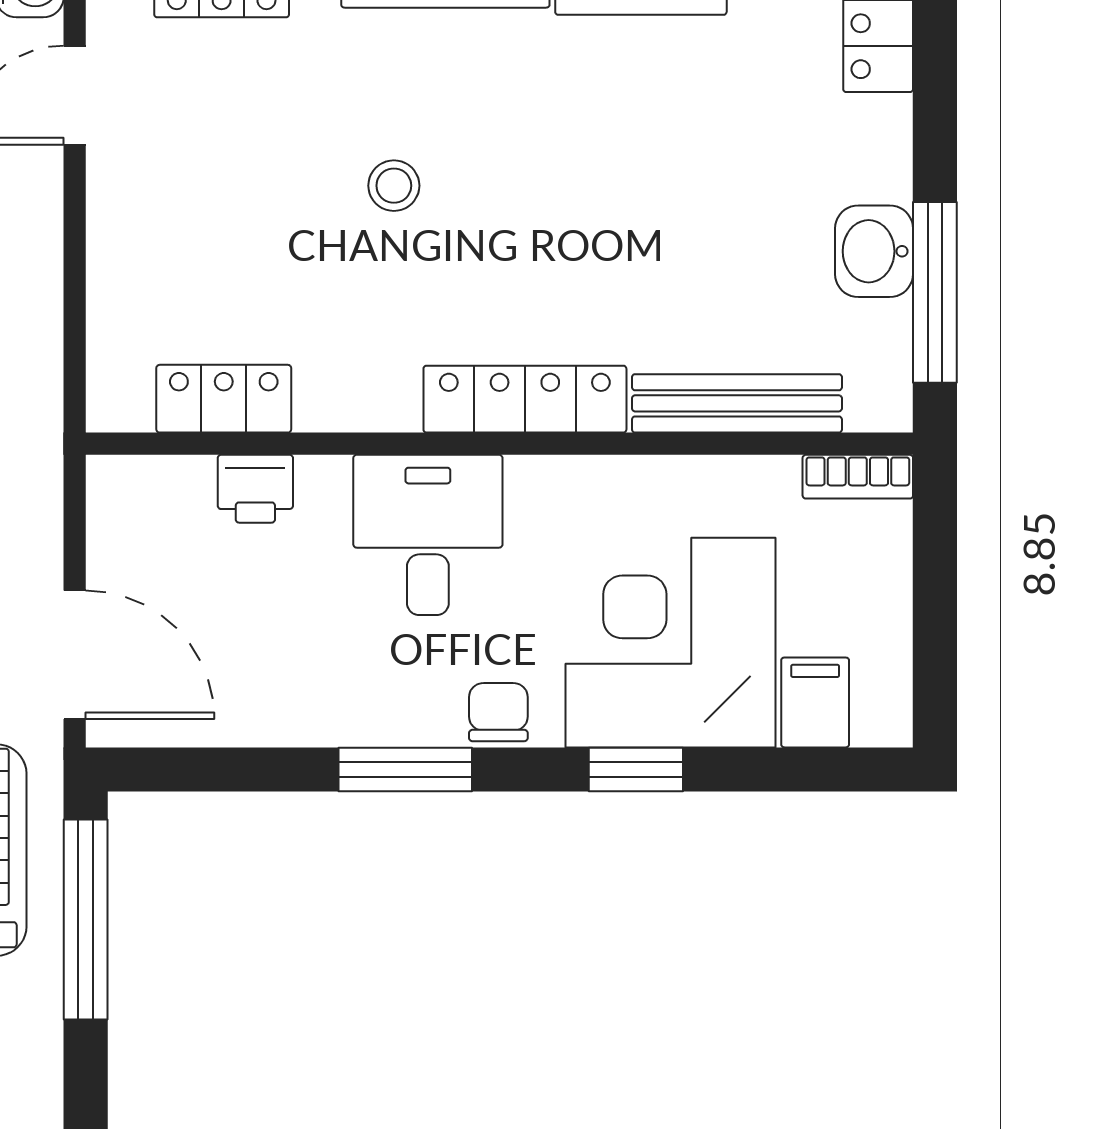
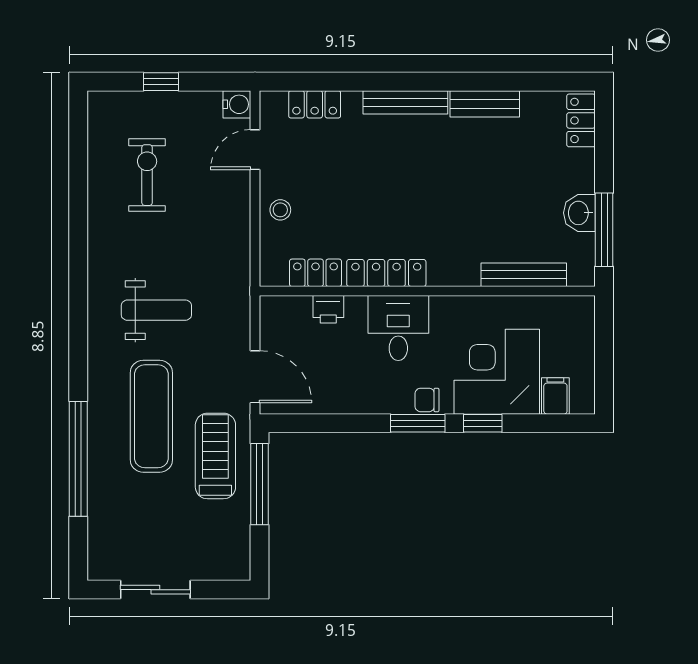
stool: (394, 186) -> (280, 210), moved
locker: (525, 399) -> (386, 273), moved
bookcase: (858, 477) -> (573, 304), removed
chair: (498, 712) -> (427, 400), turned -90
window: (405, 769) -> (418, 423), moved

